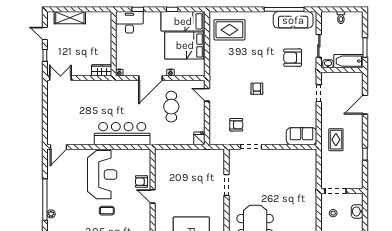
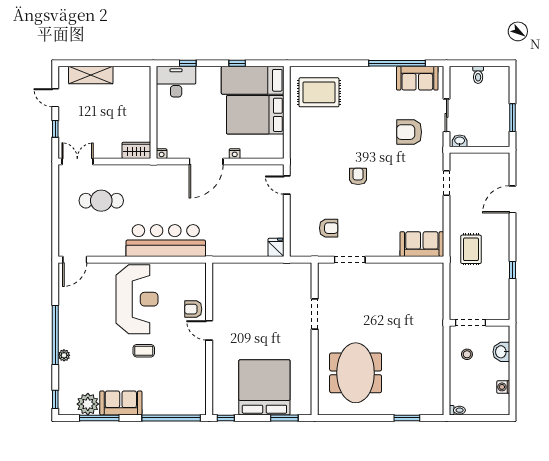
sofa: (293, 20) -> (417, 78), width x0.73
bathtub: (348, 61) -> (489, 137), removed
cafe table: (171, 107) -> (101, 201), moved, turned 90

